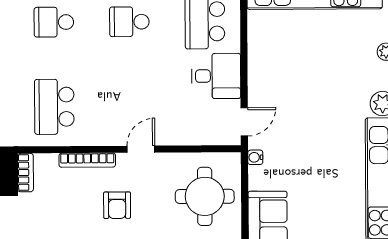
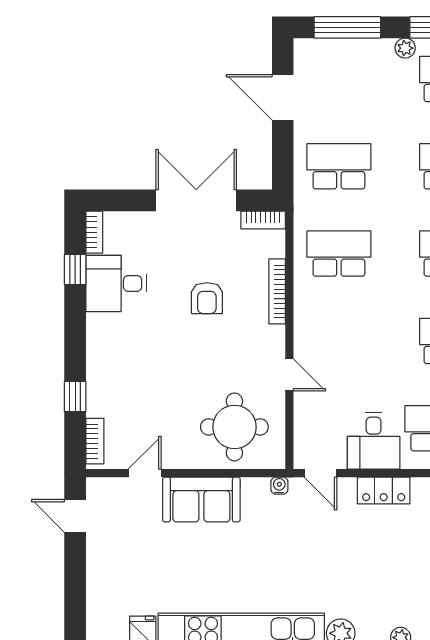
locker: (259, 67) -> (384, 490), added
door: (141, 149) -> (289, 375), moved
armchair: (117, 205) -> (207, 298), moved, turned -90

